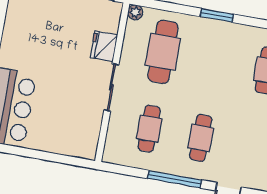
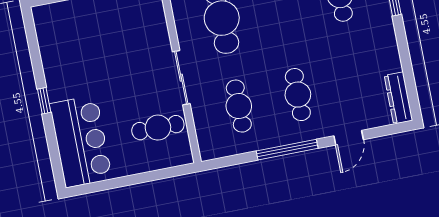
fridge: (104, 46) -> (156, 37), removed
cafe table: (77, 121) -> (158, 128), added

